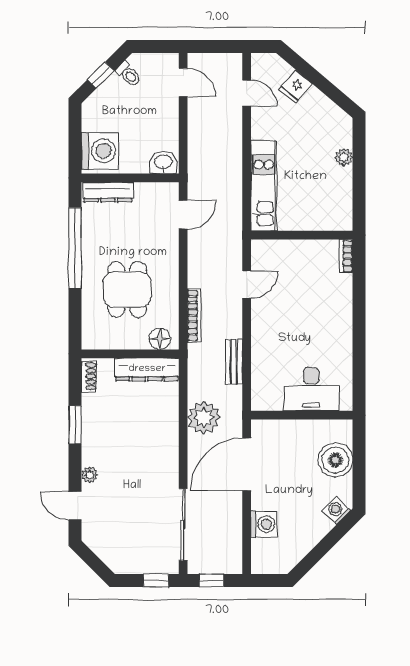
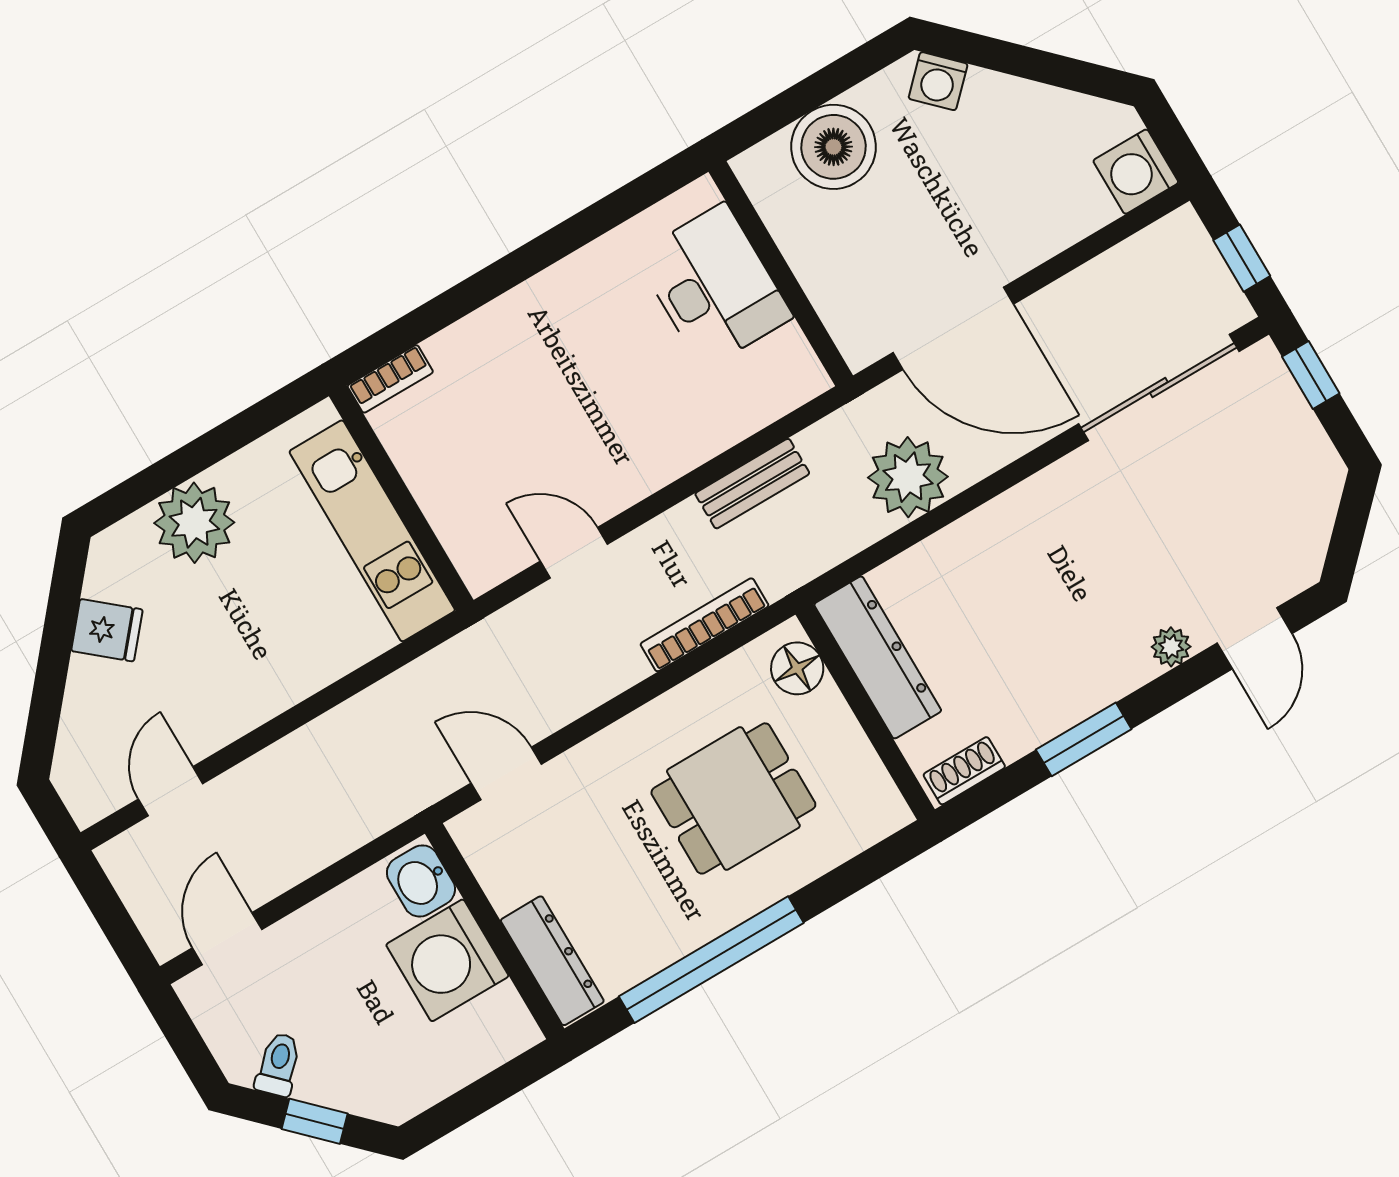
fridge: (296, 87) -> (107, 630), moved
washing machine: (100, 151) -> (447, 960), moved, turned -90
plant: (344, 157) -> (194, 523), width x1.88, depth x1.88
kitchen unit: (264, 186) -> (372, 531), moved, turned -90
washing machine: (264, 524) -> (1136, 172), moved, turned -90

